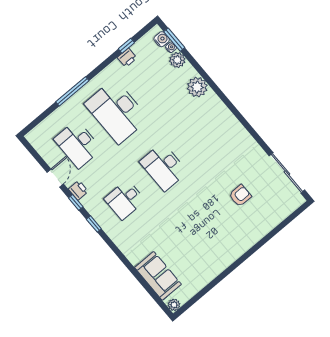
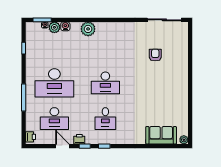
water cooler: (162, 39) -> (65, 26), moved
printer: (127, 58) -> (31, 137), moved
plant: (197, 87) -> (88, 29), moved

